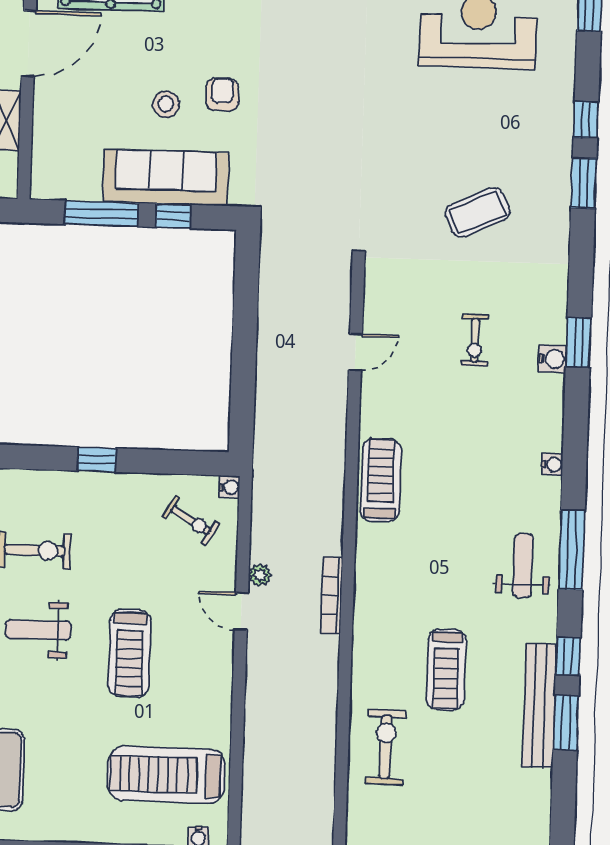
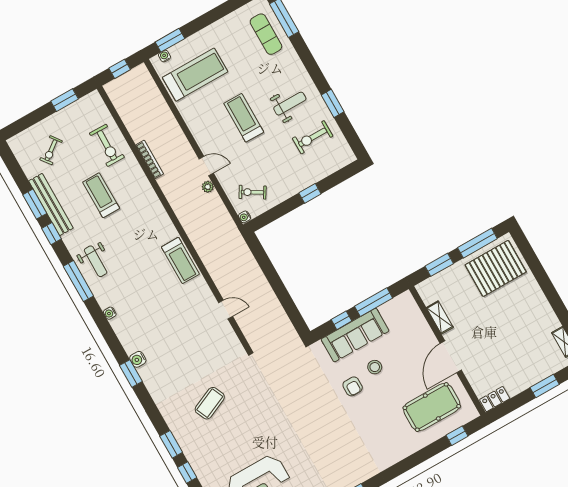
exercise bike: (475, 340) -> (51, 150), moved, turned -127
door: (355, 352) -> (226, 310), swing flipped
bookcase: (332, 595) -> (150, 159), moved

